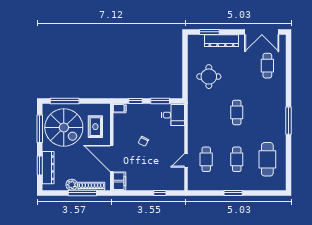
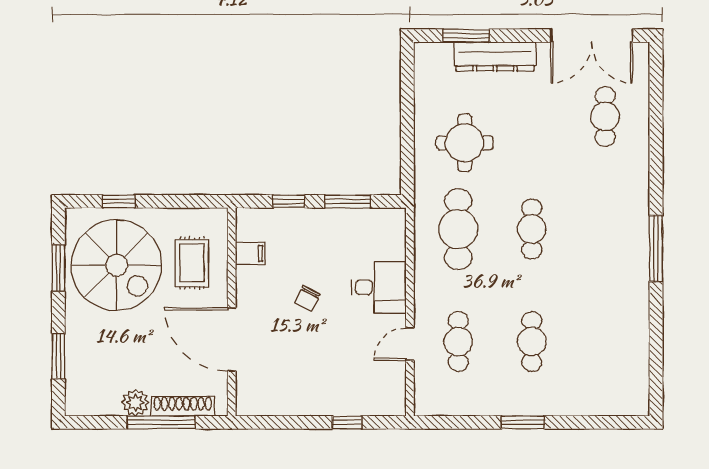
window: (65, 101) -> (119, 201), width x0.46
filing cabinet: (120, 108) -> (250, 253), moved
desk: (173, 115) -> (379, 287), moved
window: (40, 129) -> (58, 268), width x0.69
cafe table: (267, 159) -> (458, 229), moved
dresser: (48, 168) -> (79, 362), removed
filing cabinet: (120, 181) -> (250, 394), removed

